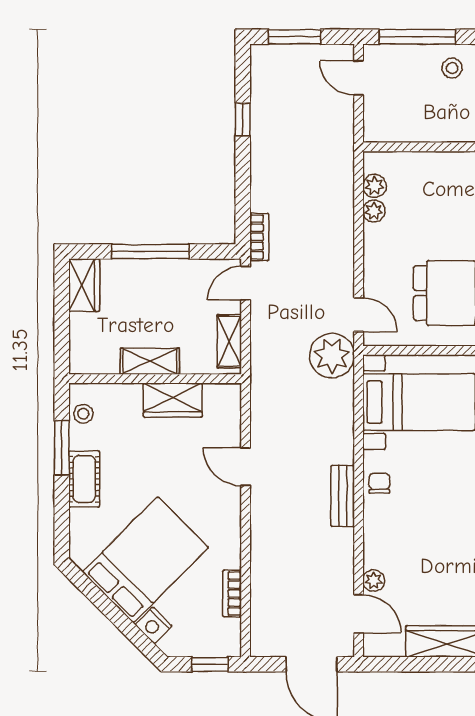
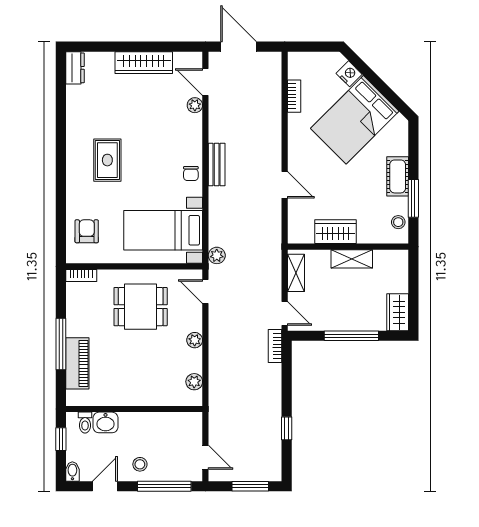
plant: (374, 211) -> (195, 340), moved
door: (246, 283) -> (285, 314), hinge flipped
plant: (332, 356) -> (217, 255), width x0.53, depth x0.53
window: (210, 664) -> (310, 47), removed

